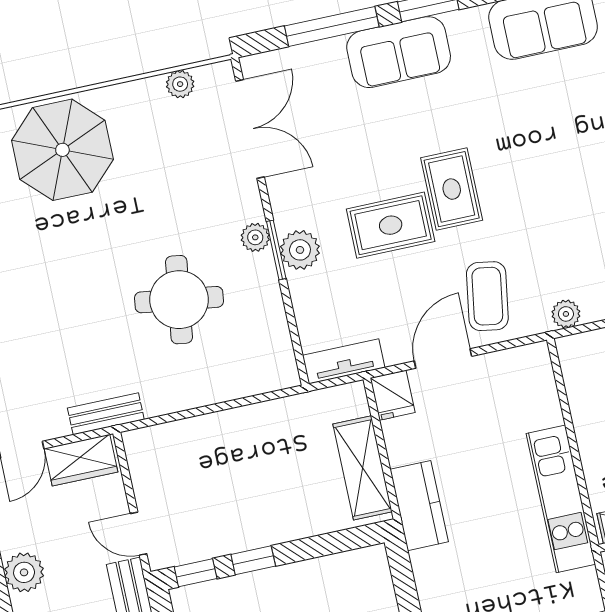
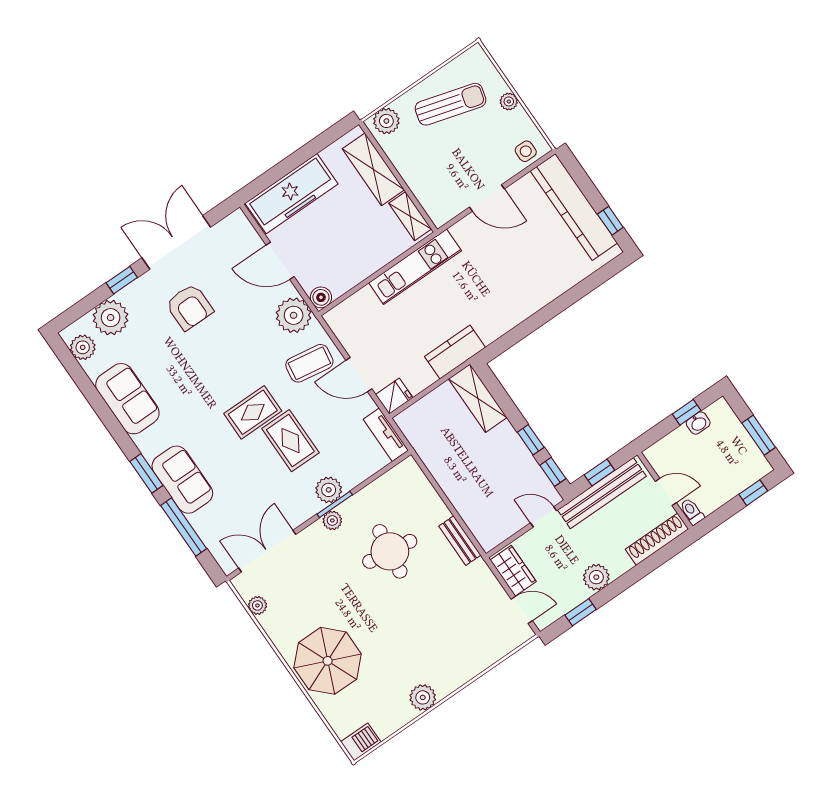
plant: (566, 314) -> (294, 315), width x1.88, depth x1.88
boiler: (572, 350) -> (321, 297), added
bench: (106, 414) -> (460, 541), moved
shelving: (363, 468) -> (478, 398), moved, turned 90
door: (139, 534) -> (544, 517), swing flipped

